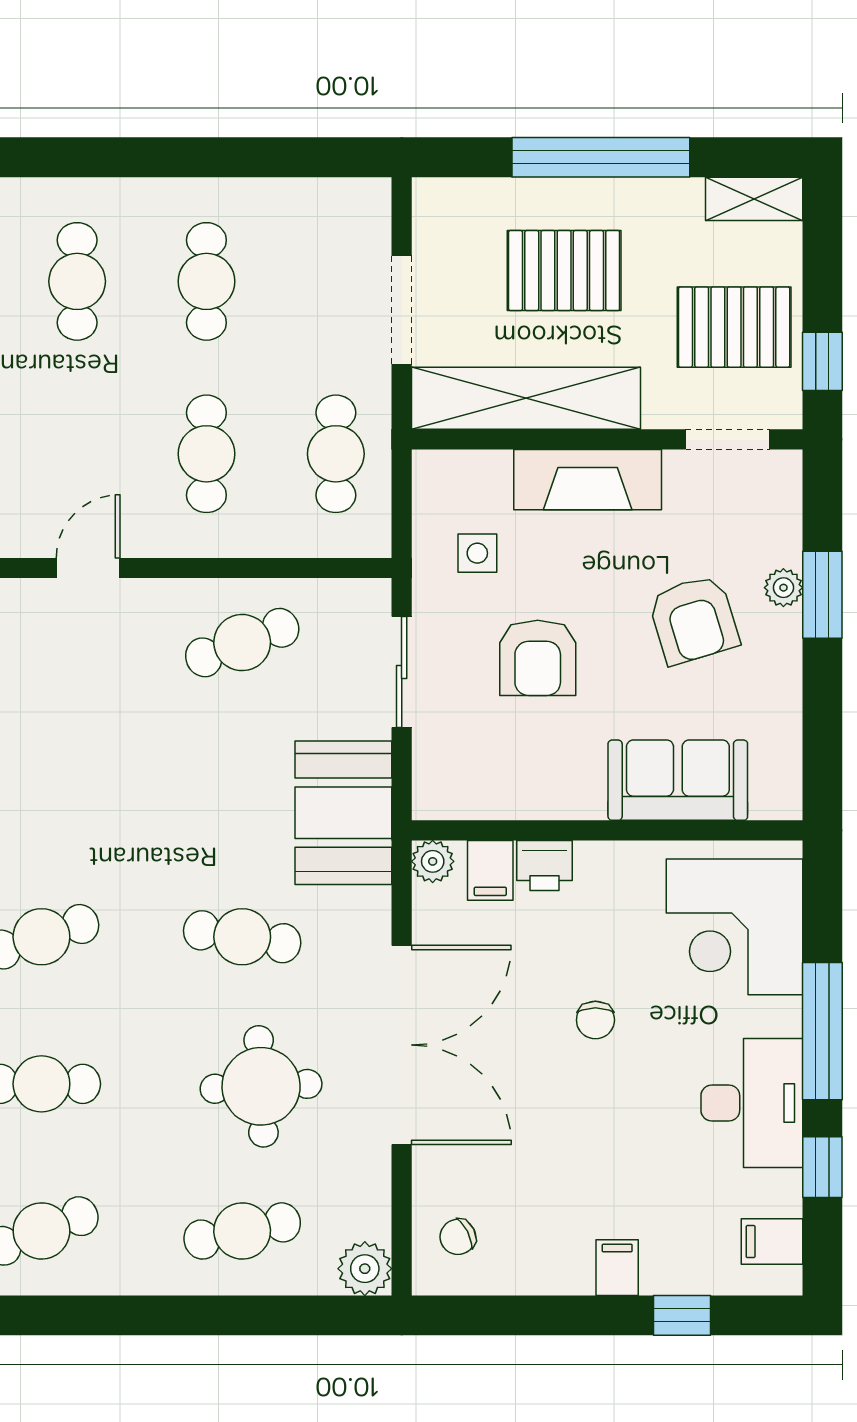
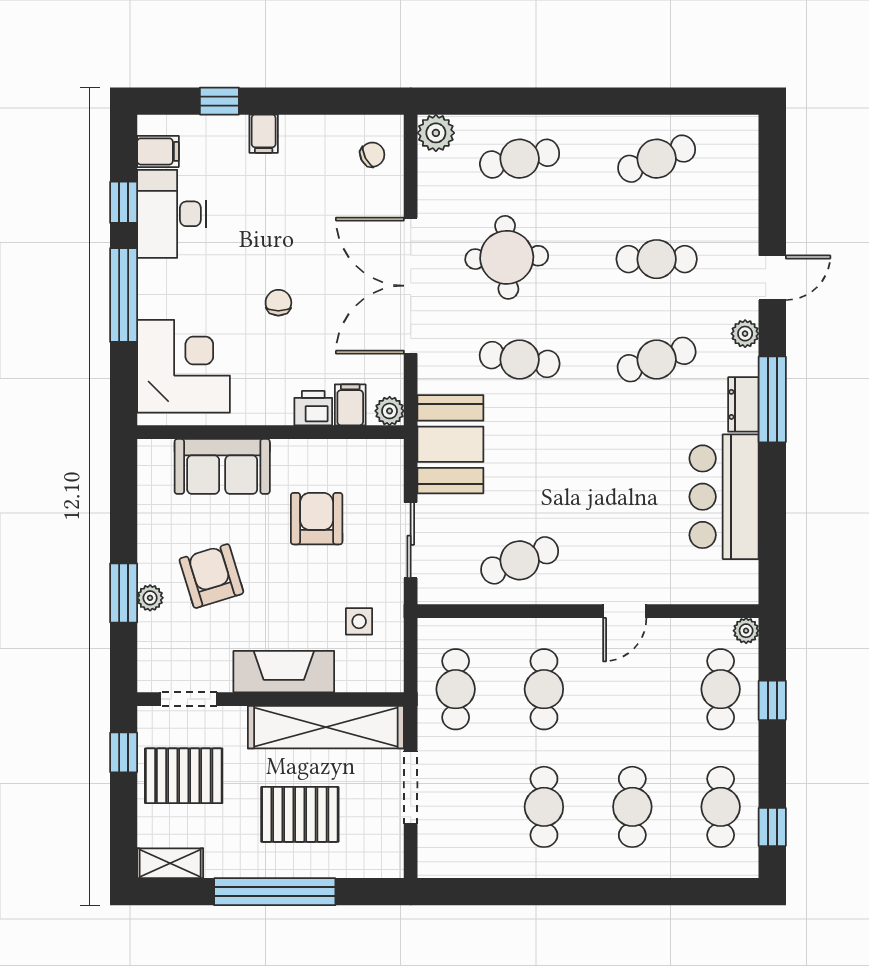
armchair: (538, 658) -> (317, 519), moved
desk: (752, 1103) -> (172, 214), moved

